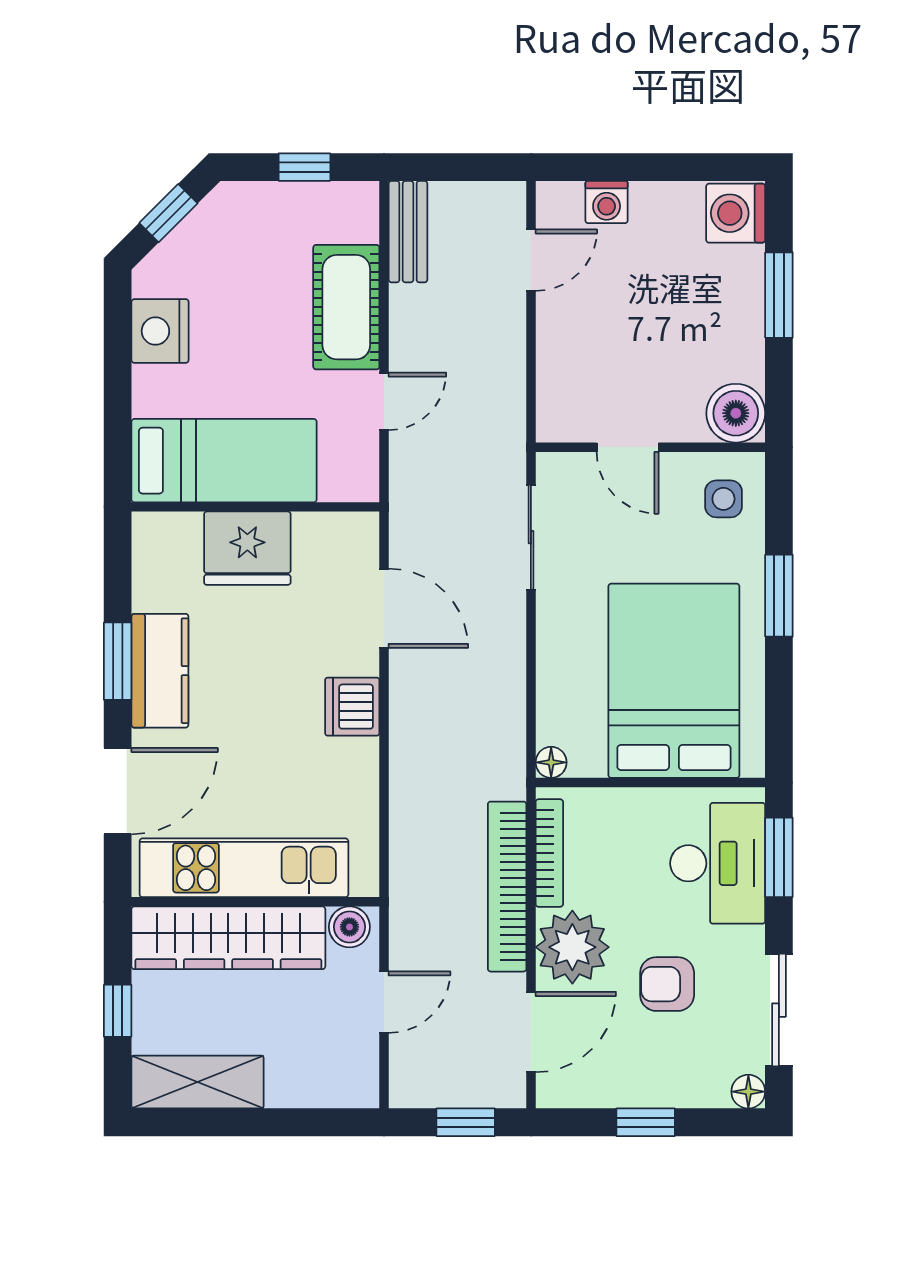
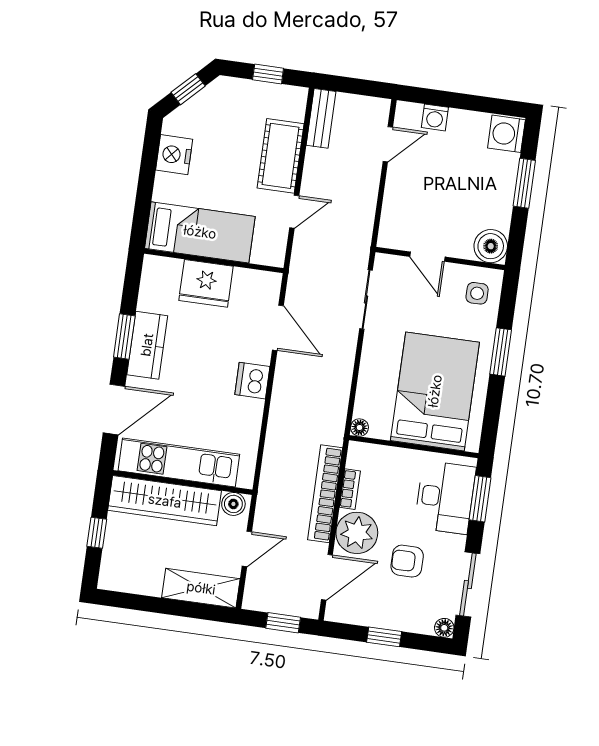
bookcase: (549, 853) -> (350, 489), width x0.64
shelving: (198, 1082) -> (201, 588), moved

